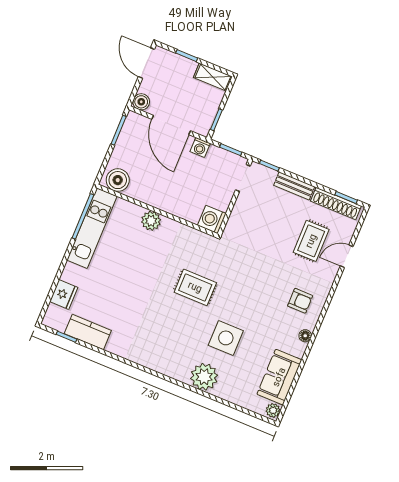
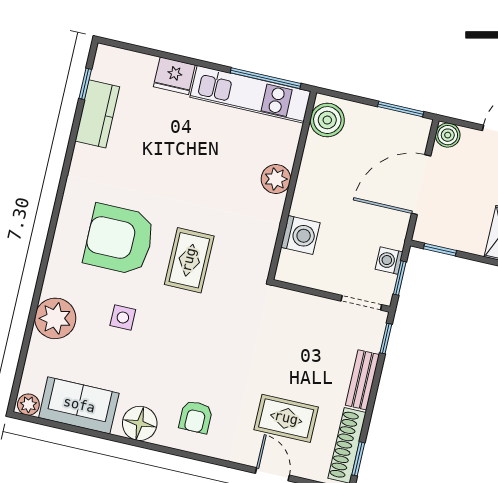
washing machine: (200, 147) -> (389, 261), moved
washing machine: (212, 219) -> (300, 235), moved, turned 90
fridge: (64, 295) -> (174, 76), moved
armchair: (174, 332) -> (119, 239), added
floor lamp: (305, 336) -> (140, 423), width x1.89, depth x1.89
side table: (226, 338) -> (123, 317), width x0.54, depth x0.54
plant: (204, 377) -> (55, 318), moved

